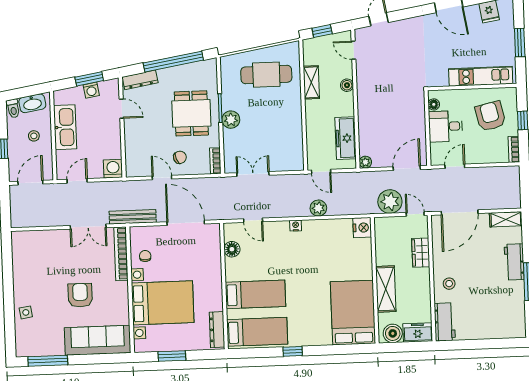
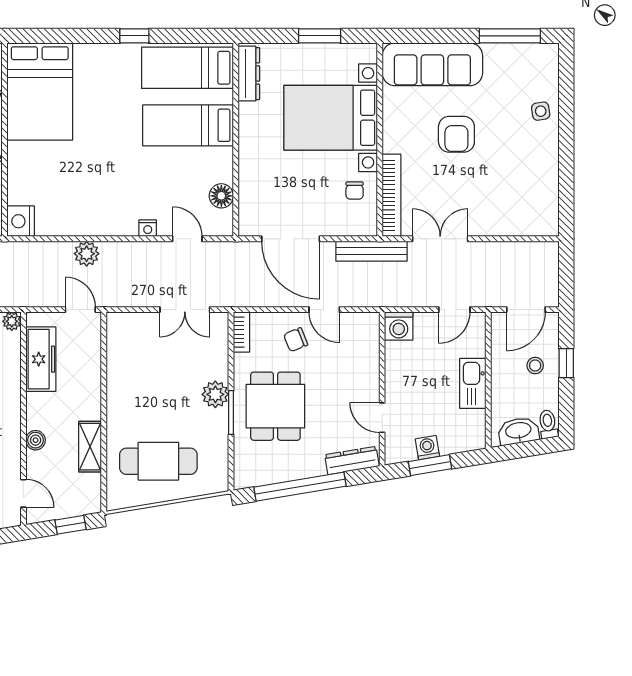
kitchen sink: (65, 127) -> (473, 383), width x0.73, depth x0.81
stool: (34, 136) -> (535, 365), moved
nightstand: (296, 226) -> (148, 228), moved

